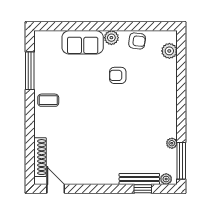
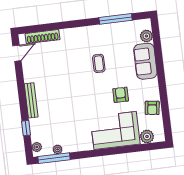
plant: (111, 38) -> (146, 36), moved
corner sofa: (158, 87) -> (115, 130), added
coffee table: (48, 100) -> (99, 63), moved
plant: (172, 143) -> (58, 149), moved
bench: (139, 179) -> (31, 100), moved

